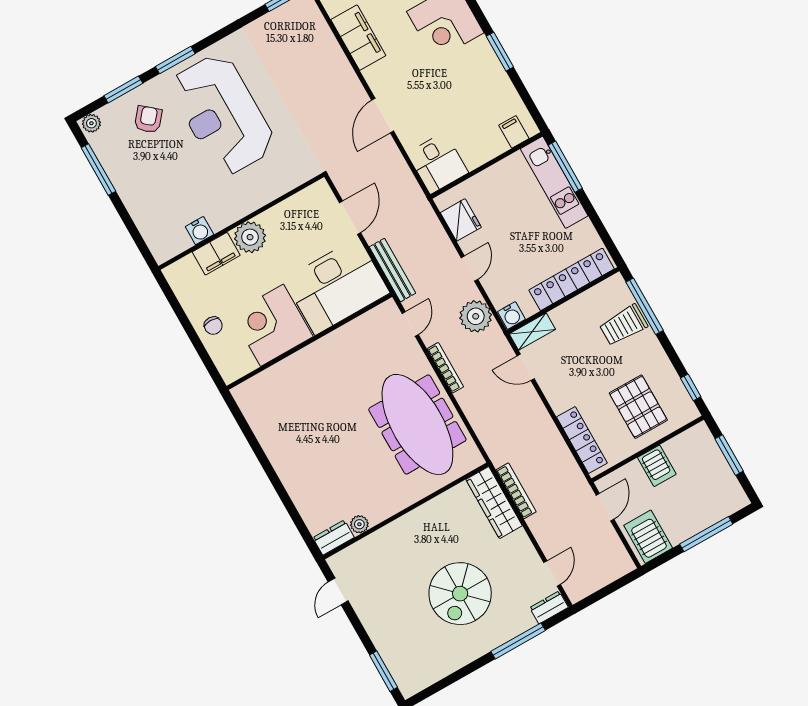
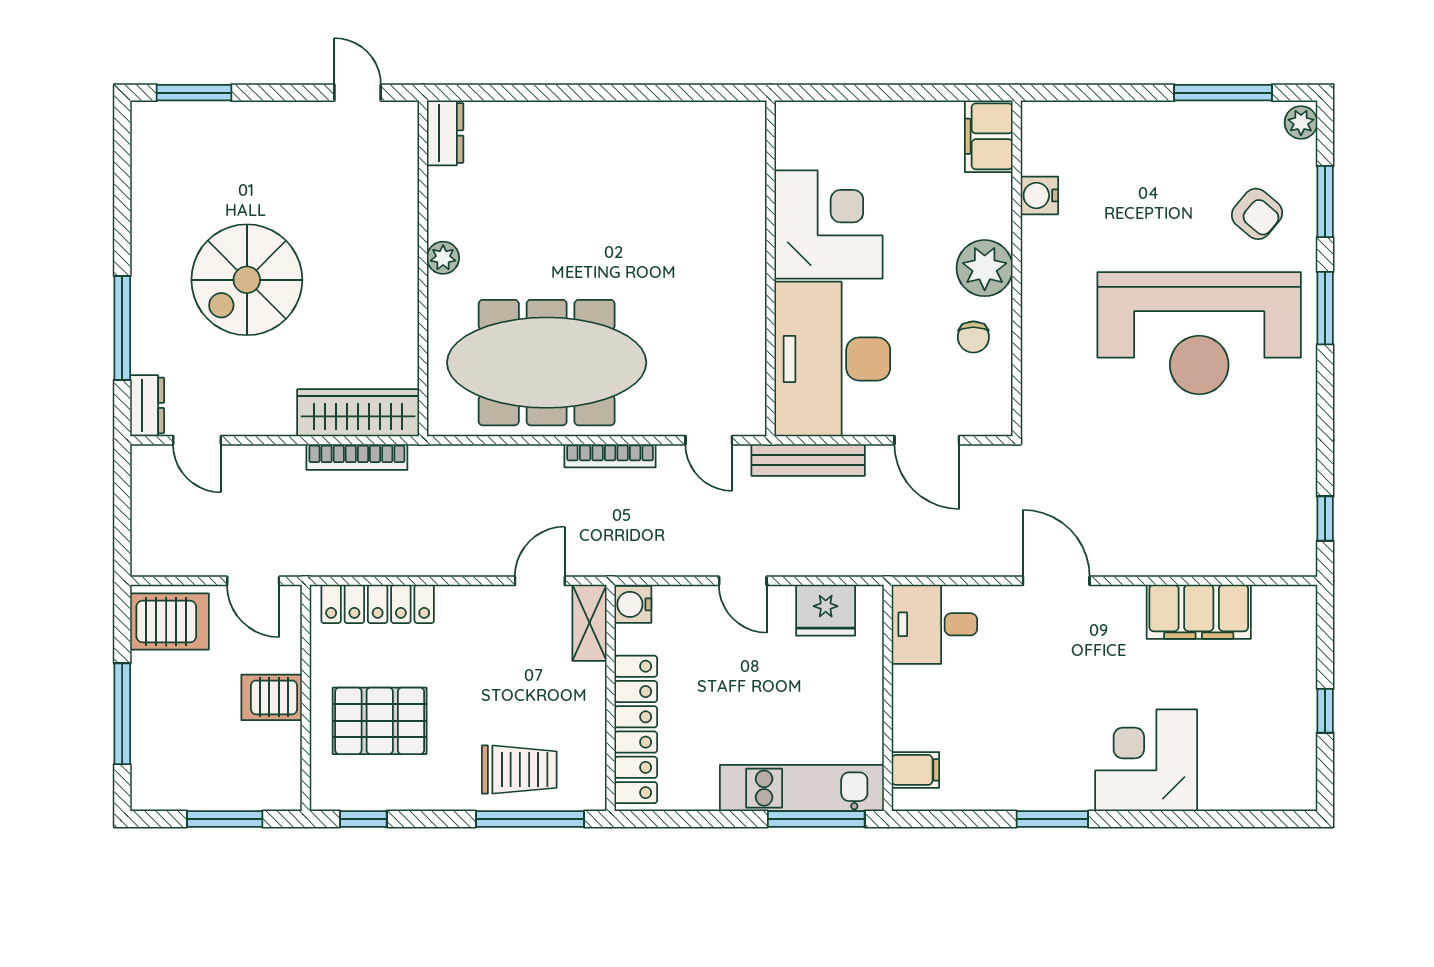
reception desk: (222, 114) -> (1199, 333), turned 180
filing cabinet: (216, 254) -> (989, 136), moved
plant: (476, 316) -> (663, 548), removed
trolley: (623, 325) -> (519, 770), turned 90
chair: (213, 326) -> (973, 337), moved, turned -90
plant: (359, 524) -> (443, 258), moved
spiral stairs: (460, 594) -> (247, 280), turned -90

